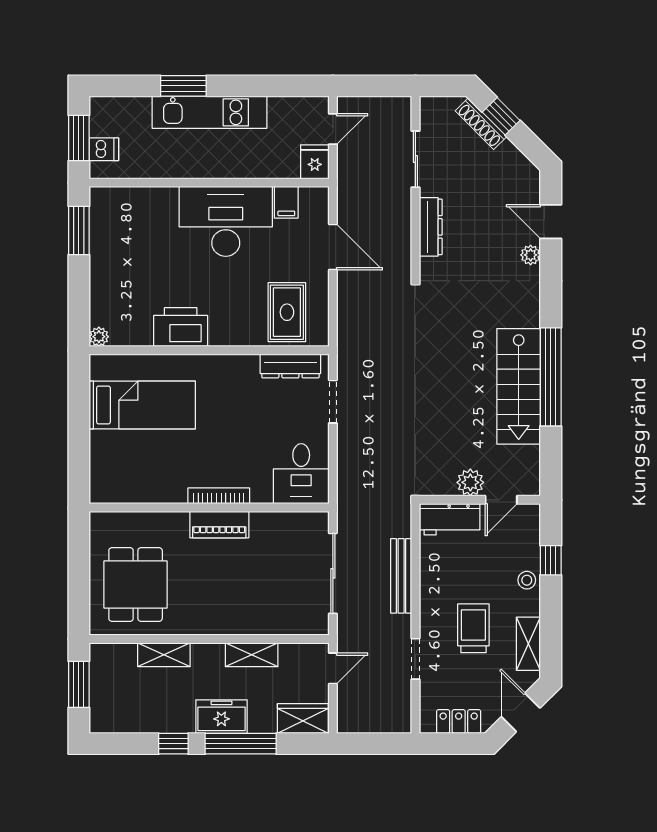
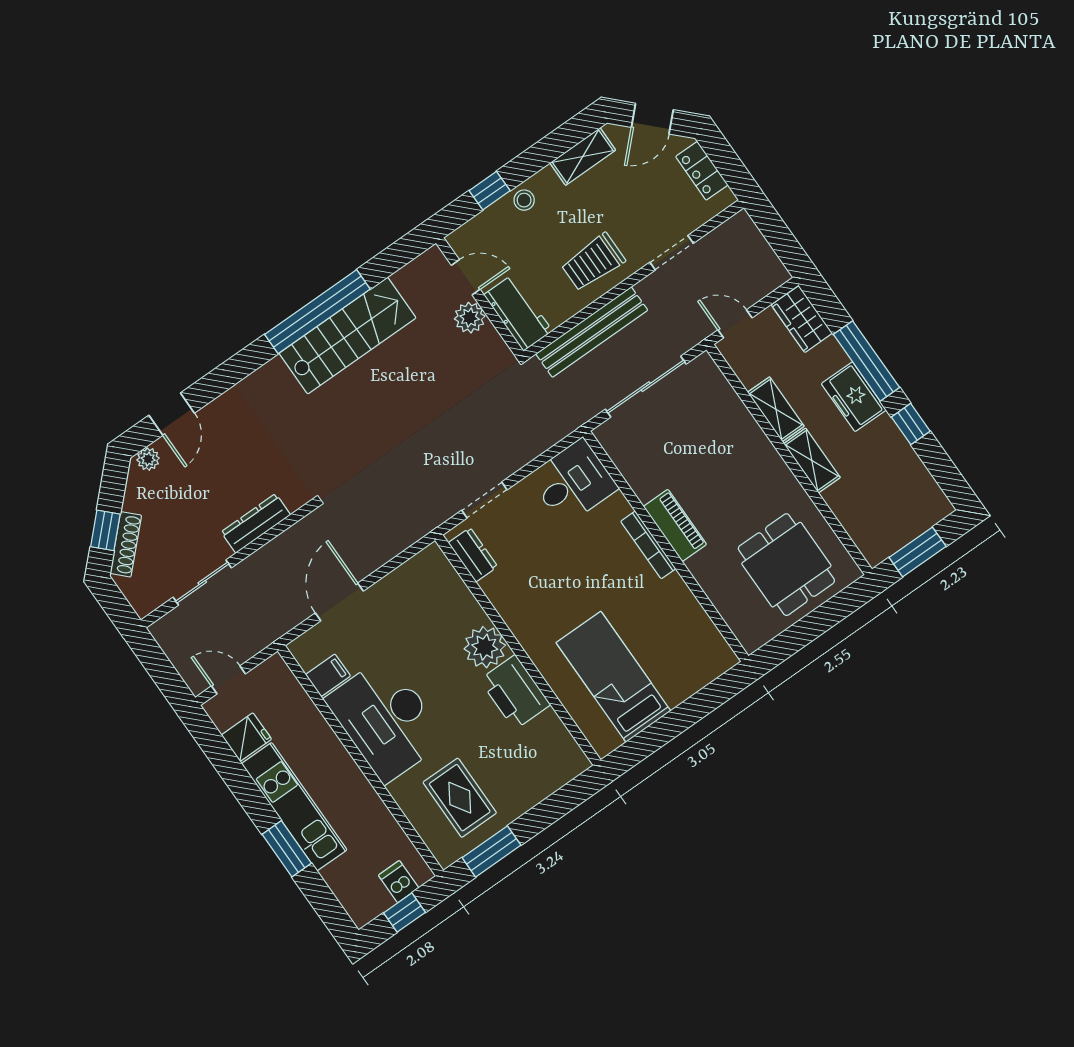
window: (79, 138) -> (405, 913), width x0.67
fridge: (315, 162) -> (246, 737), moved, turned 180
plant: (531, 255) -> (148, 459), moved
rug: (287, 312) -> (460, 798), moved, turned 90
plant: (99, 337) -> (485, 647), moved, width x1.88, depth x1.88
dresser: (290, 366) -> (473, 555), width x0.70
bench: (401, 576) -> (592, 332), width x1.37, depth x1.21
dining table: (136, 585) -> (786, 565), turned 90
trolley: (473, 628) -> (593, 262), moved
shelving: (164, 655) -> (812, 461), moved

